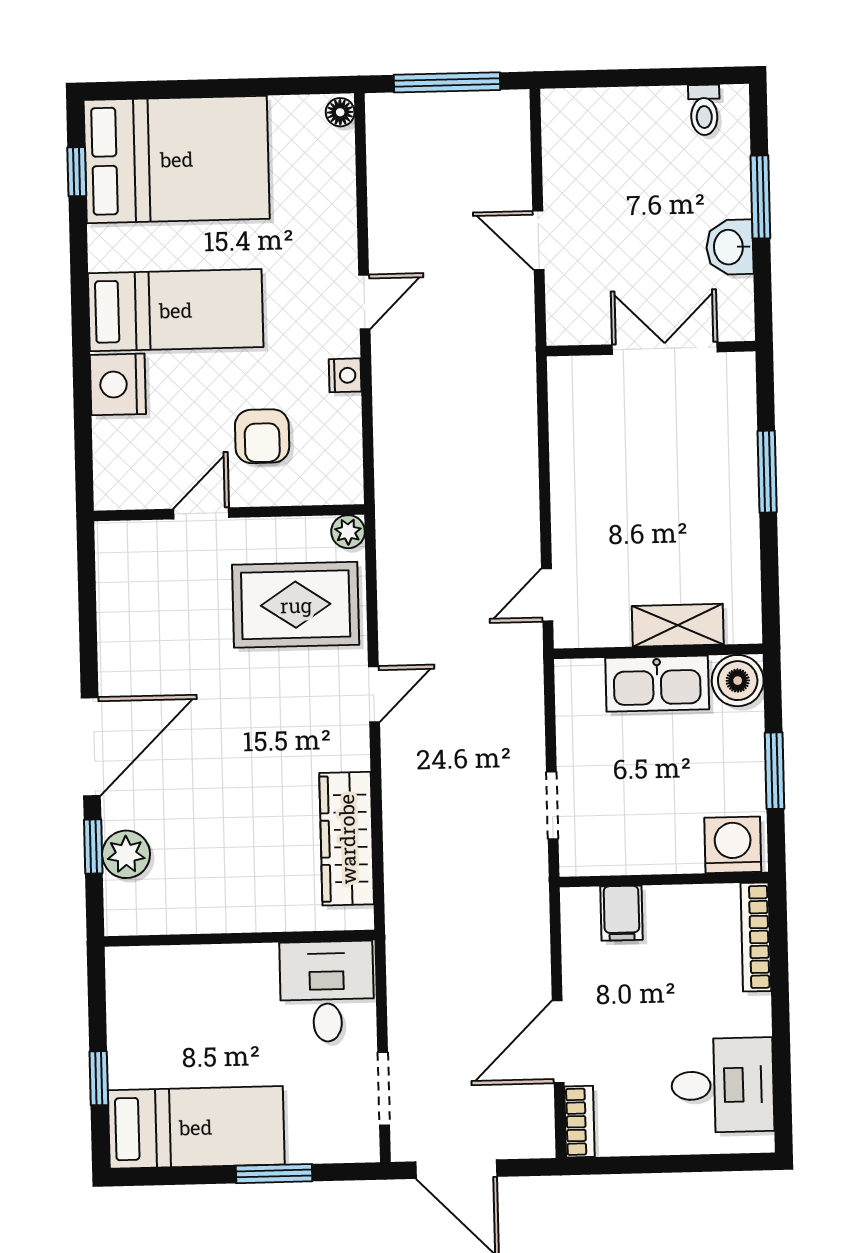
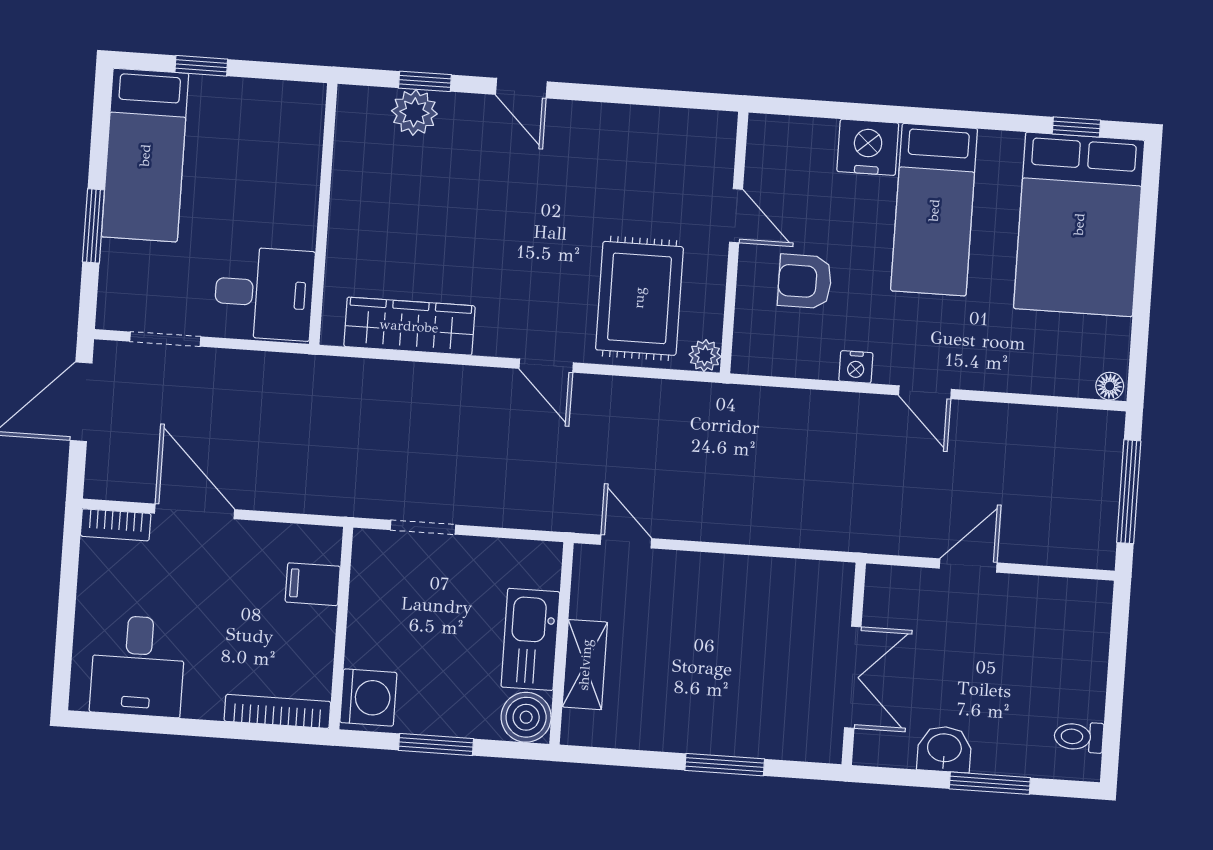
door: (91, 747) -> (521, 88), width x0.53

